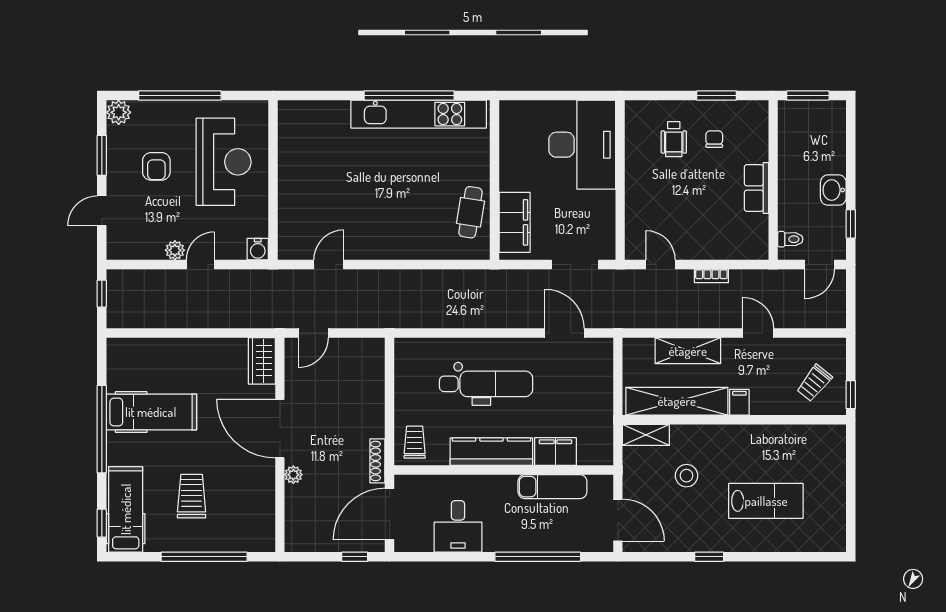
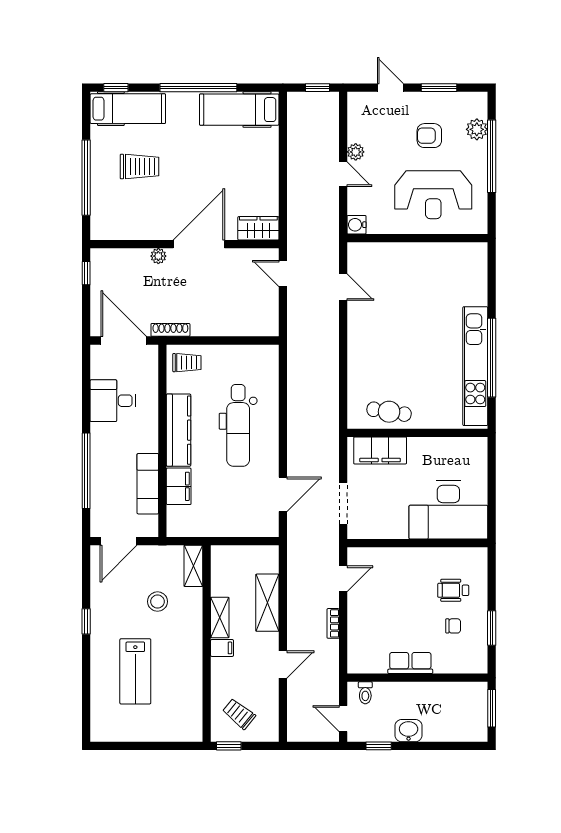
plant: (119, 112) -> (477, 129), moved
shelving: (677, 401) -> (220, 618), width x0.45, depth x0.75
hospital bed: (151, 412) -> (239, 110), moved, turned 90
window: (355, 557) -> (86, 273), moved

